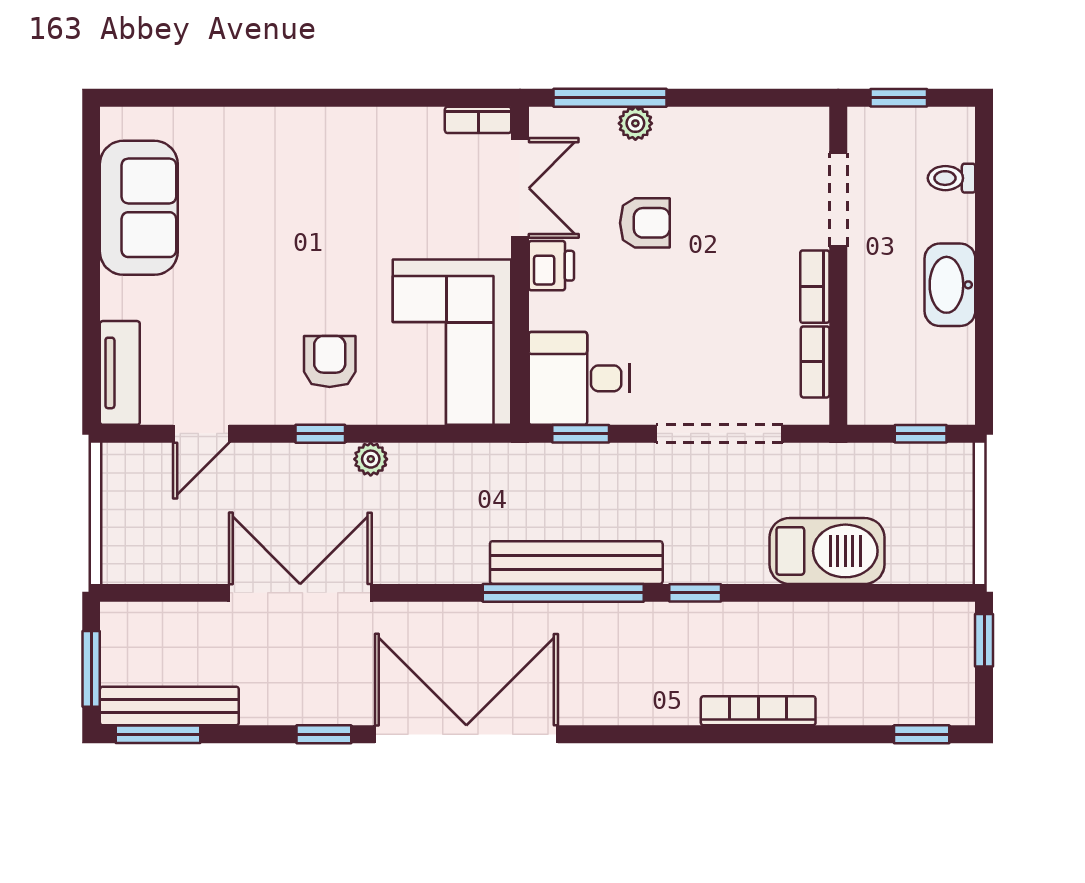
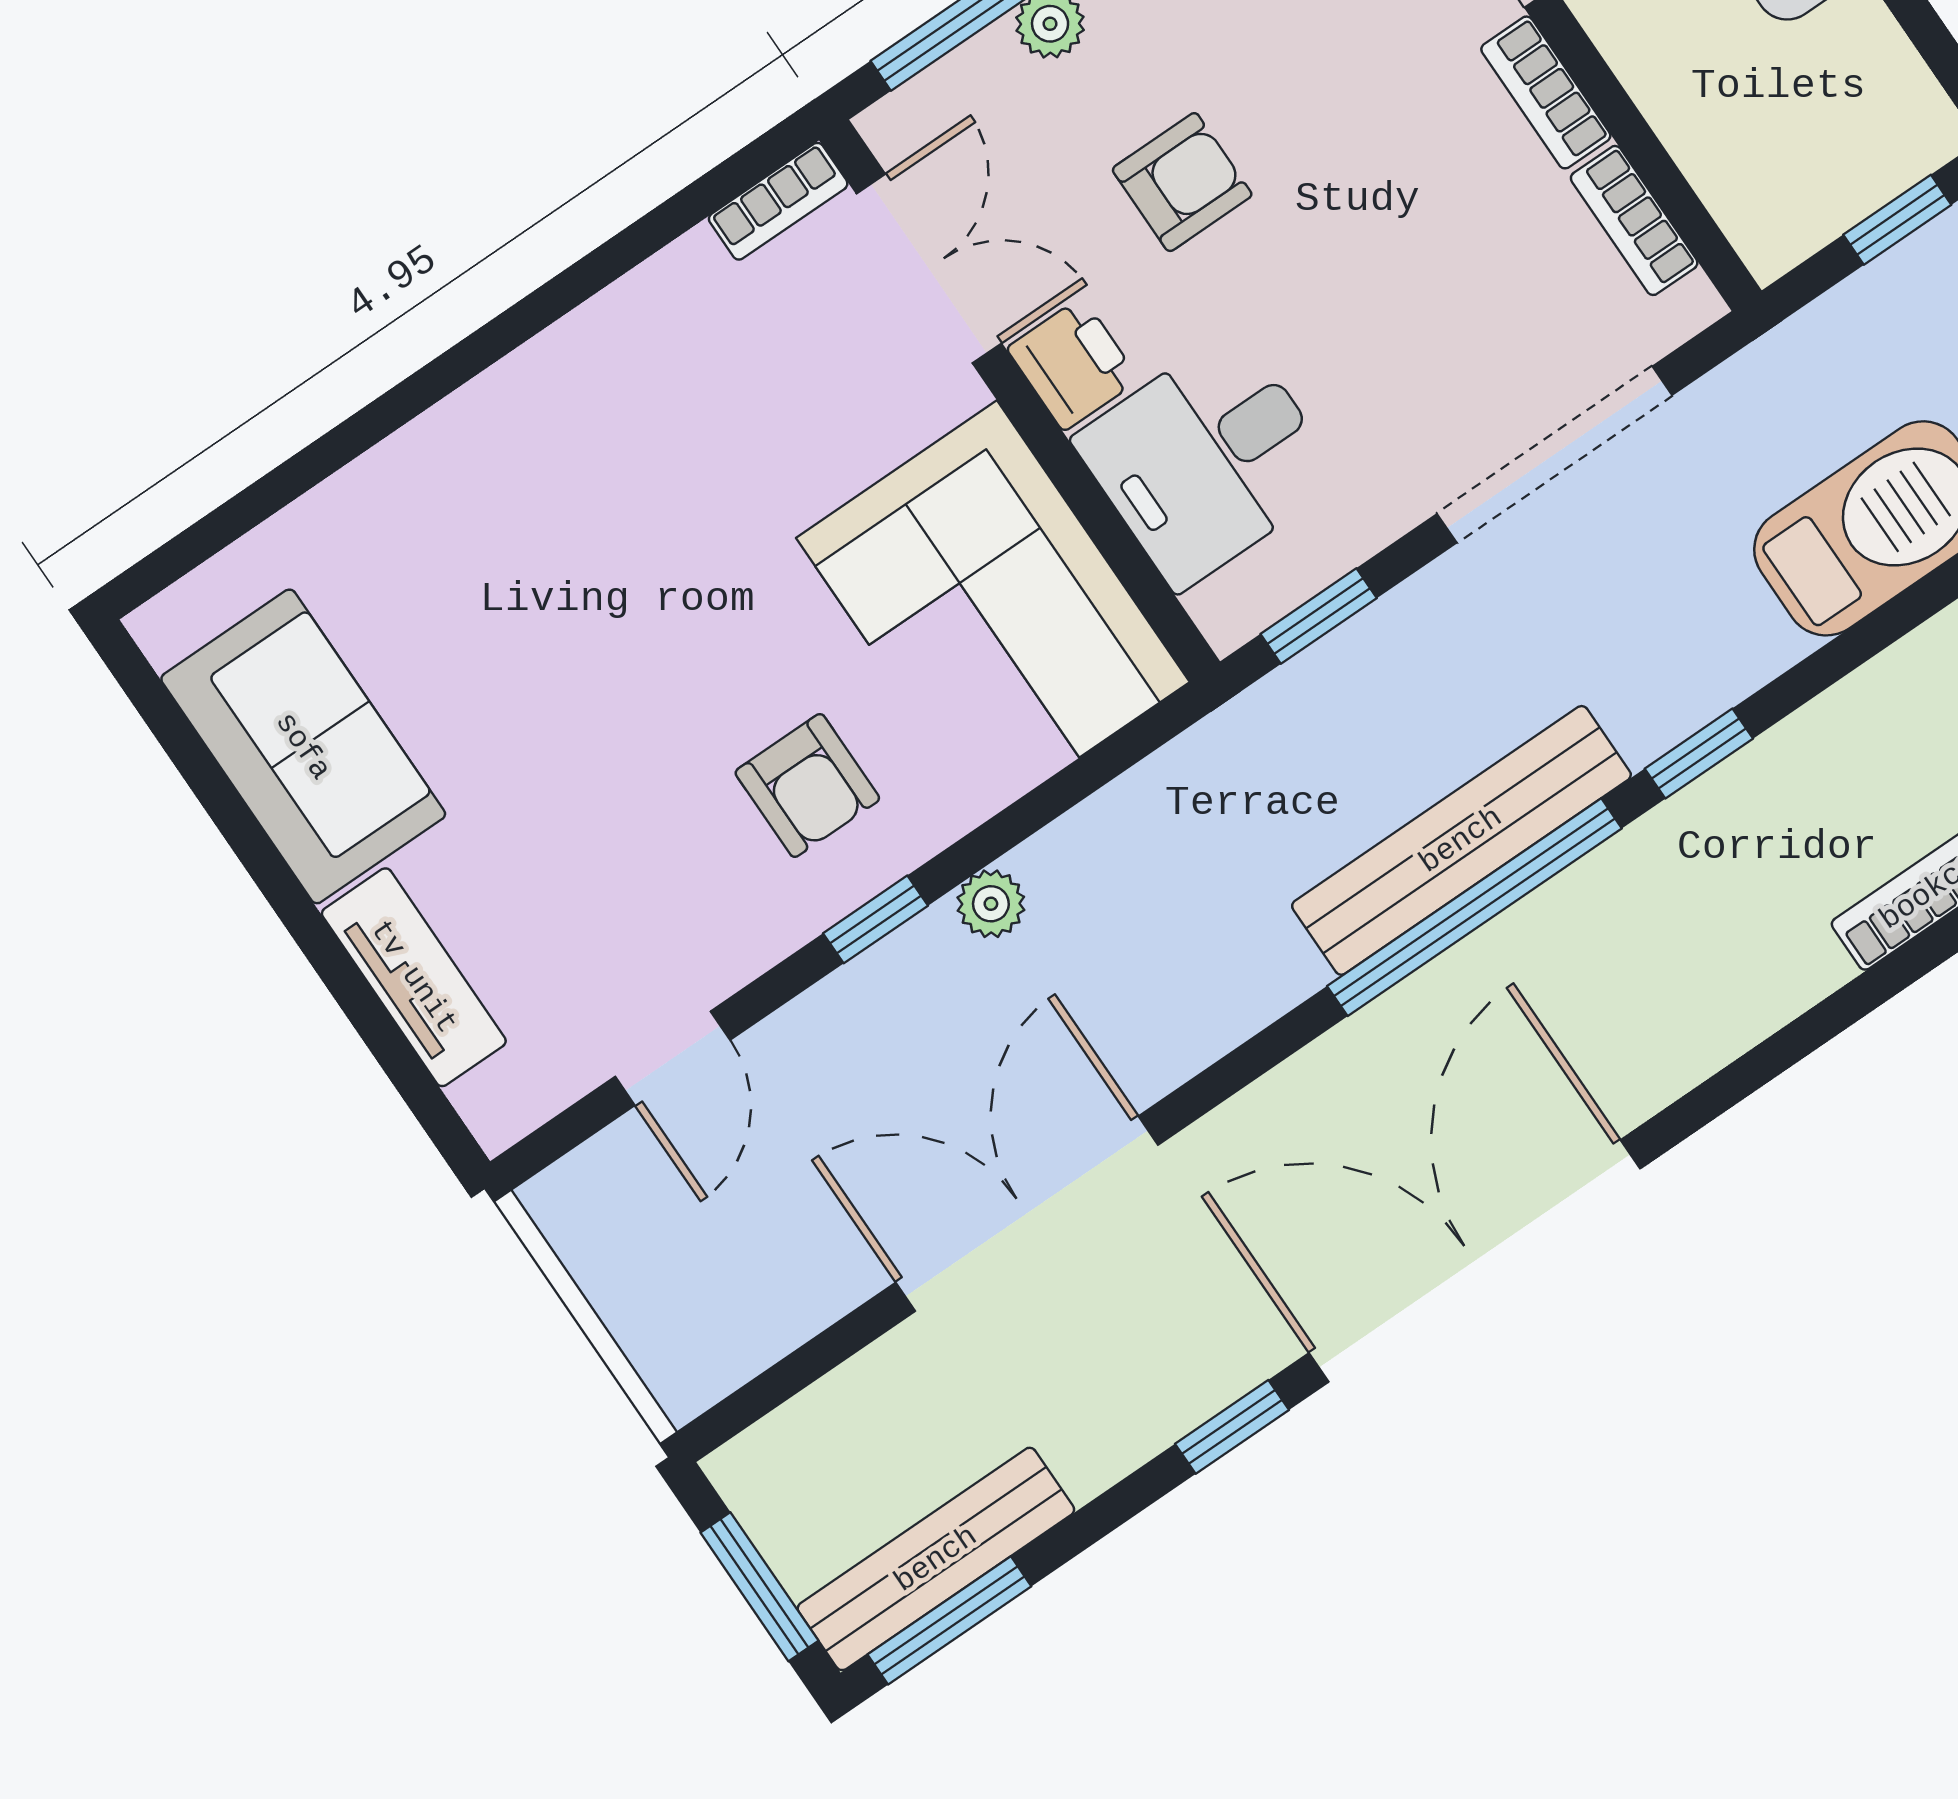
armchair: (330, 361) -> (807, 785), turned 180
tv unit: (120, 373) -> (414, 977), moved
desk: (579, 378) -> (1207, 459), moved

